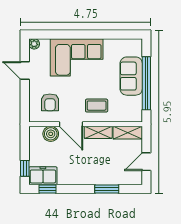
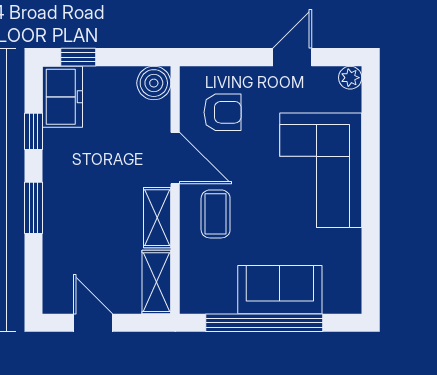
armchair: (50, 102) -> (223, 112), turned 180
door: (71, 124) -> (175, 158), swing flipped
boiler: (51, 134) -> (154, 83), moved
window: (47, 189) -> (33, 131), moved
window: (107, 189) -> (33, 208), moved

